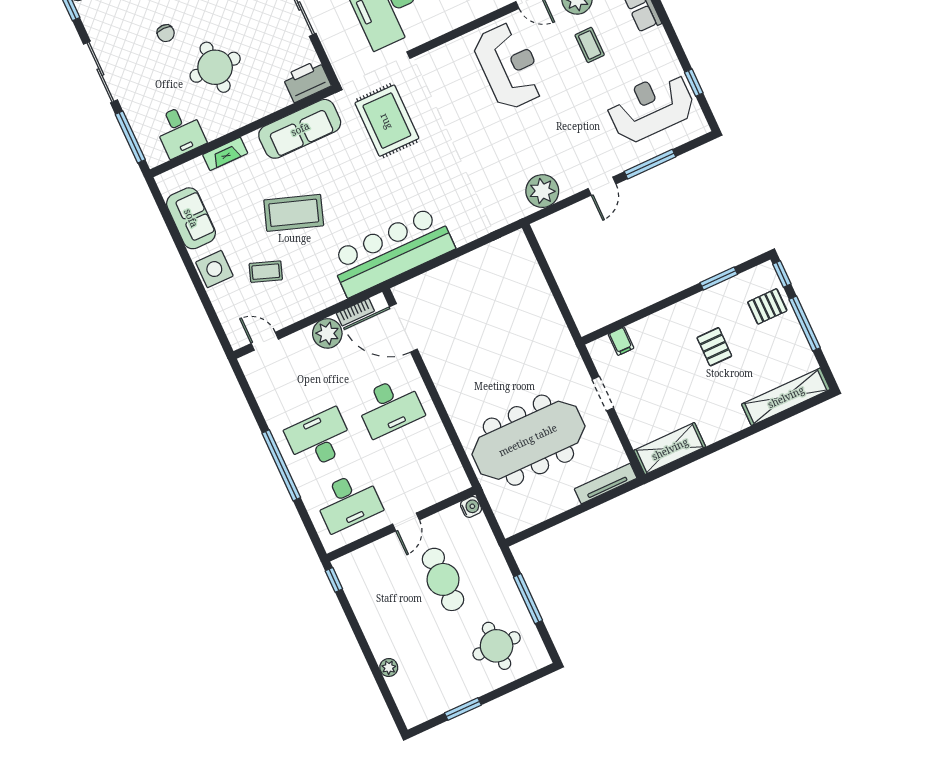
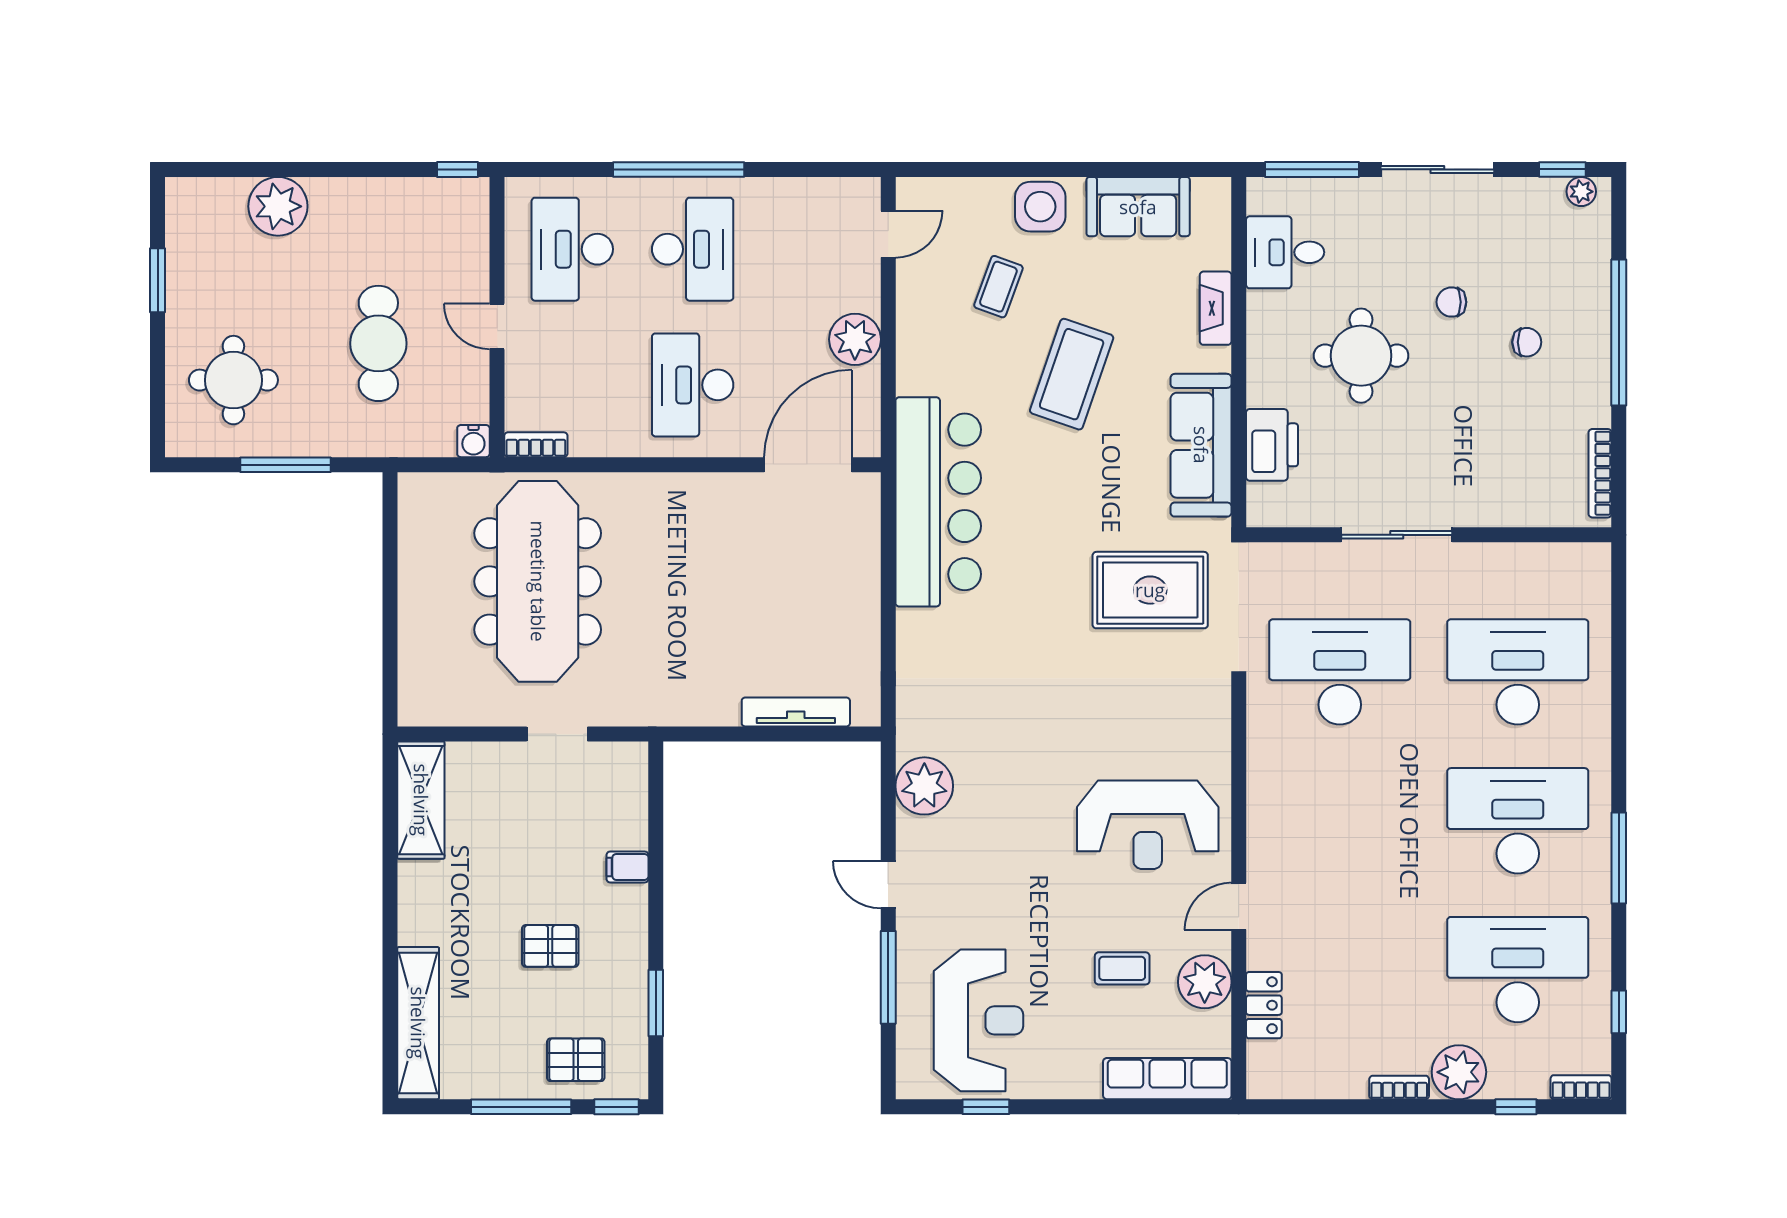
printer: (307, 81) -> (1272, 445), moved
pallet: (767, 306) -> (576, 1060), turned 90
bookcase: (355, 312) -> (536, 445), moved, turned 90
filing cabinet: (621, 341) -> (627, 867), moved
tv unit: (606, 484) -> (796, 712), moved, turned -90
cafe table: (443, 579) -> (378, 343), turned 90
plant: (389, 667) -> (278, 206), width x1.88, depth x1.88

